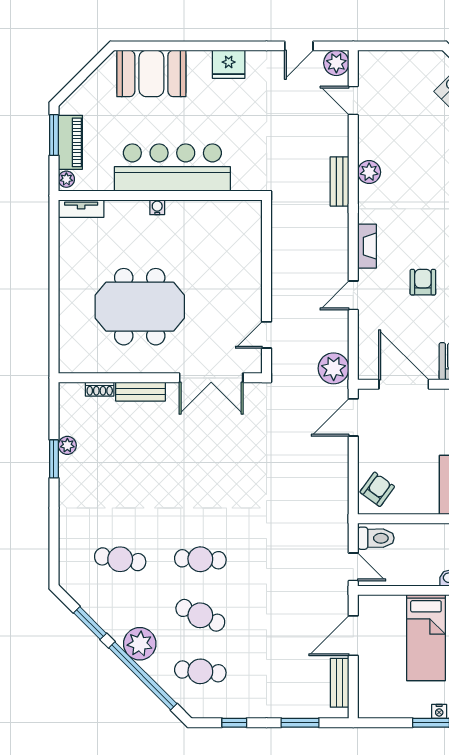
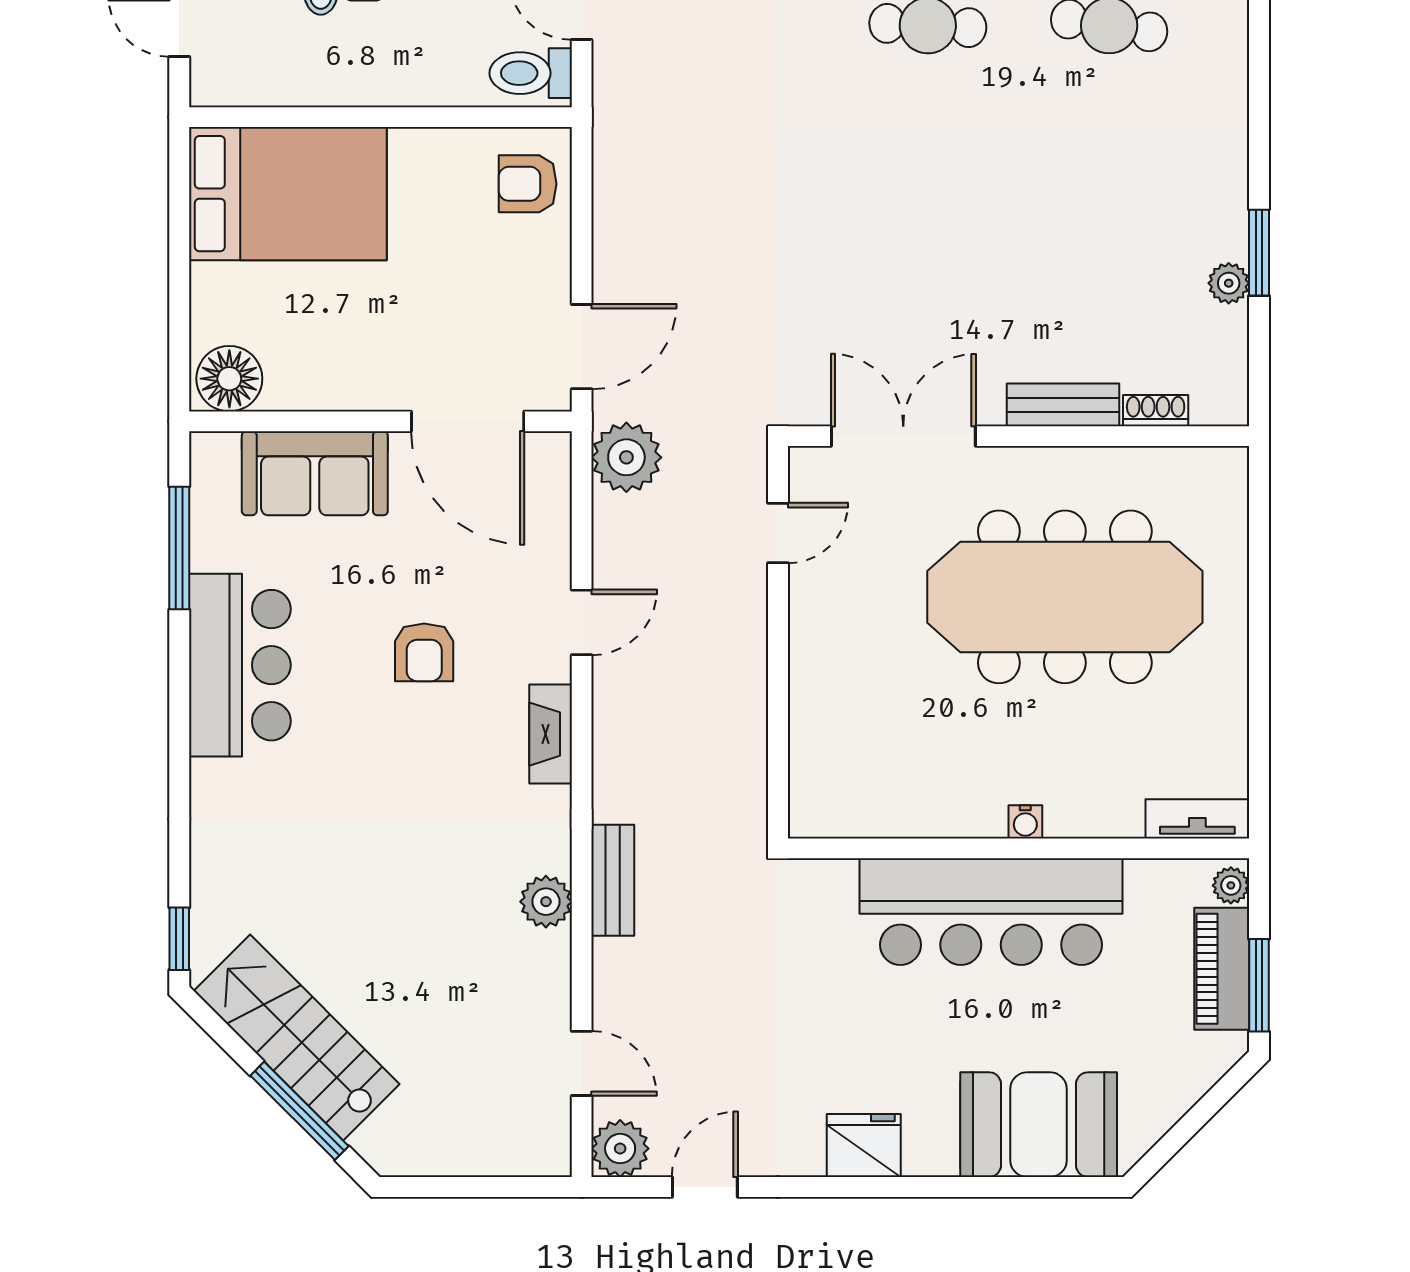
meeting table: (140, 307) -> (1065, 597), width x1.36
armchair: (377, 489) -> (528, 184), turned 54

